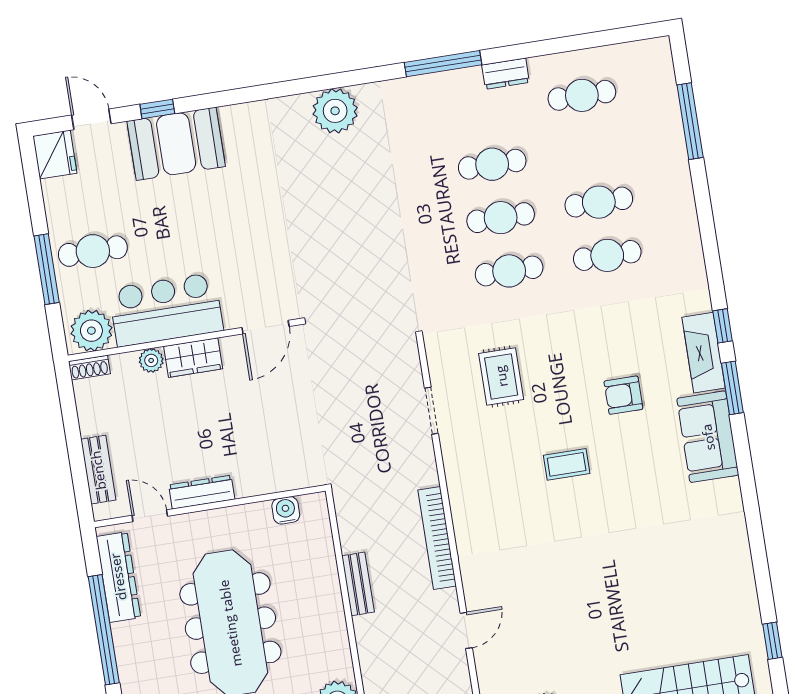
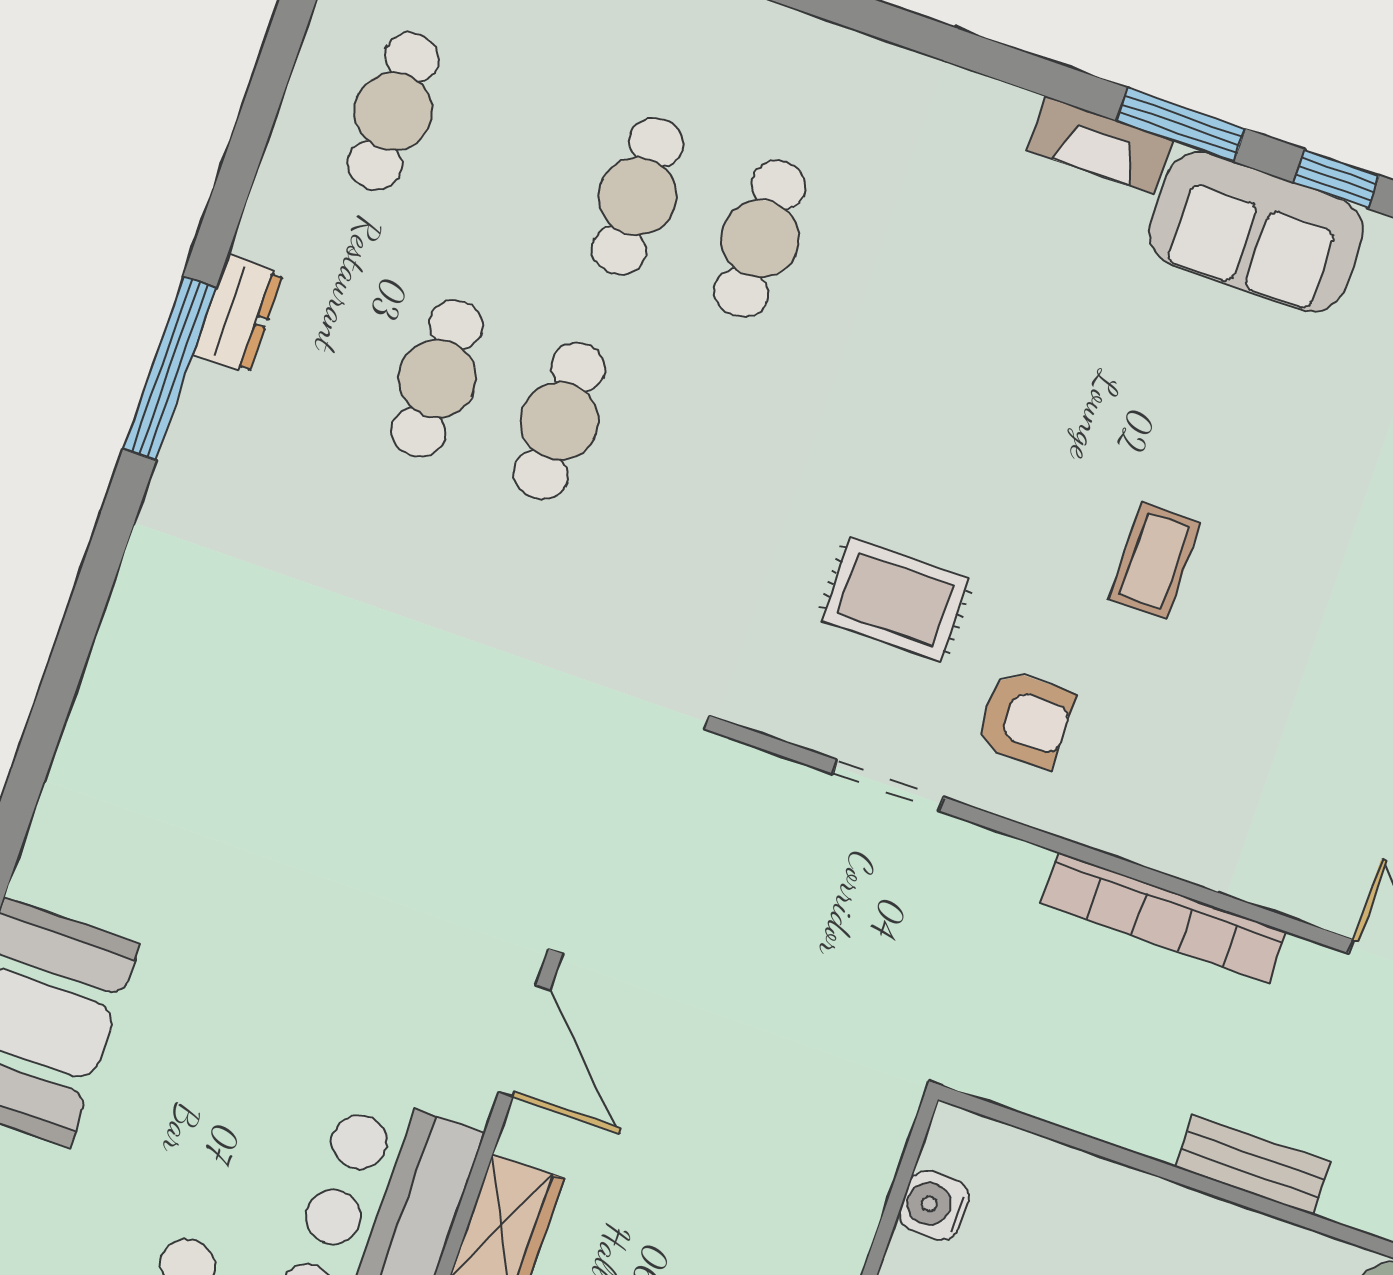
dresser: (506, 74) -> (238, 314), moved
plant: (335, 111) -> (147, 649), removed
cafe table: (509, 271) -> (682, 464), removed
window: (723, 326) -> (1336, 179), moved
fireplace: (704, 353) -> (1100, 145), width x0.73, depth x0.76
armchair: (623, 395) -> (1025, 719), moved, turned -90
bench: (358, 584) -> (1253, 1165), moved

